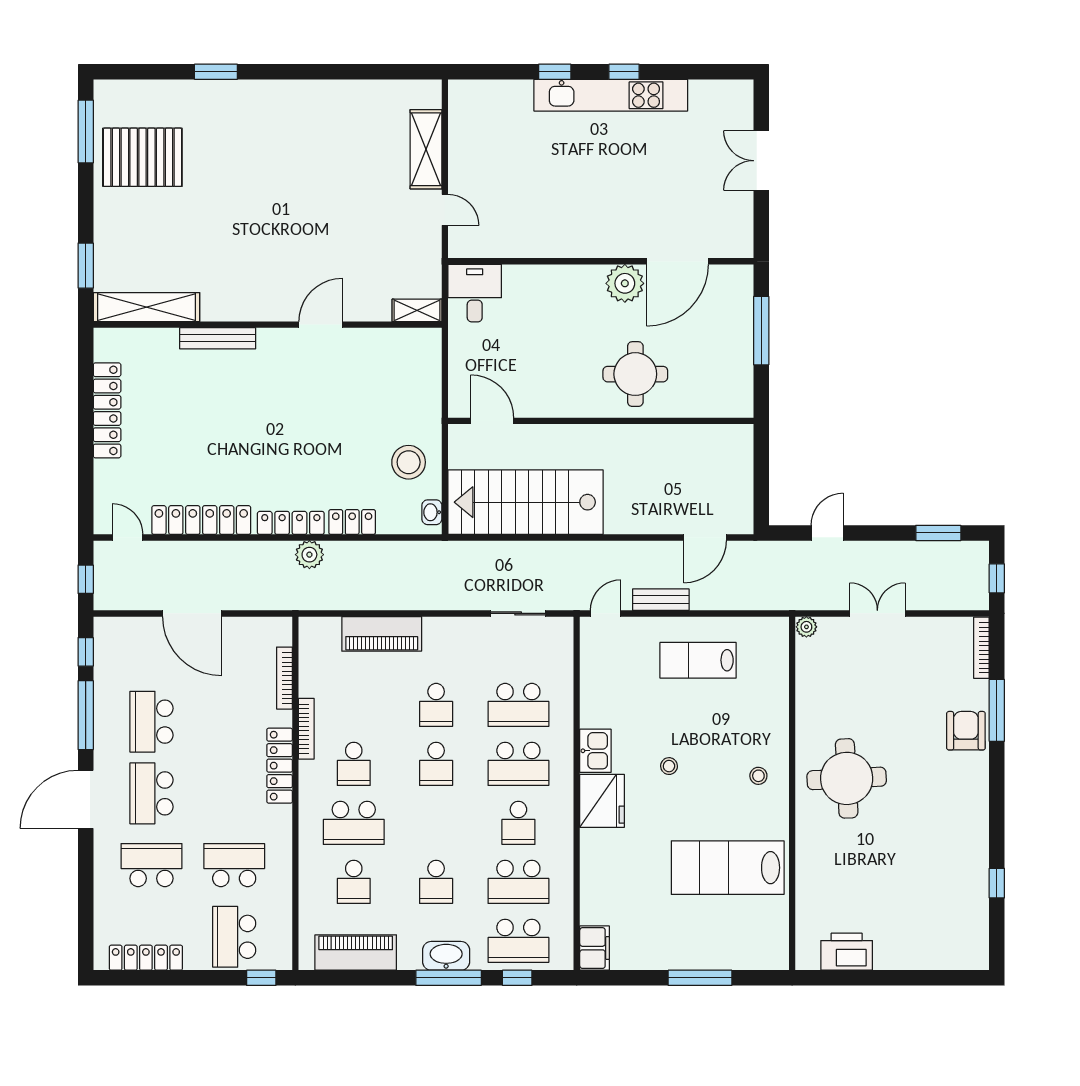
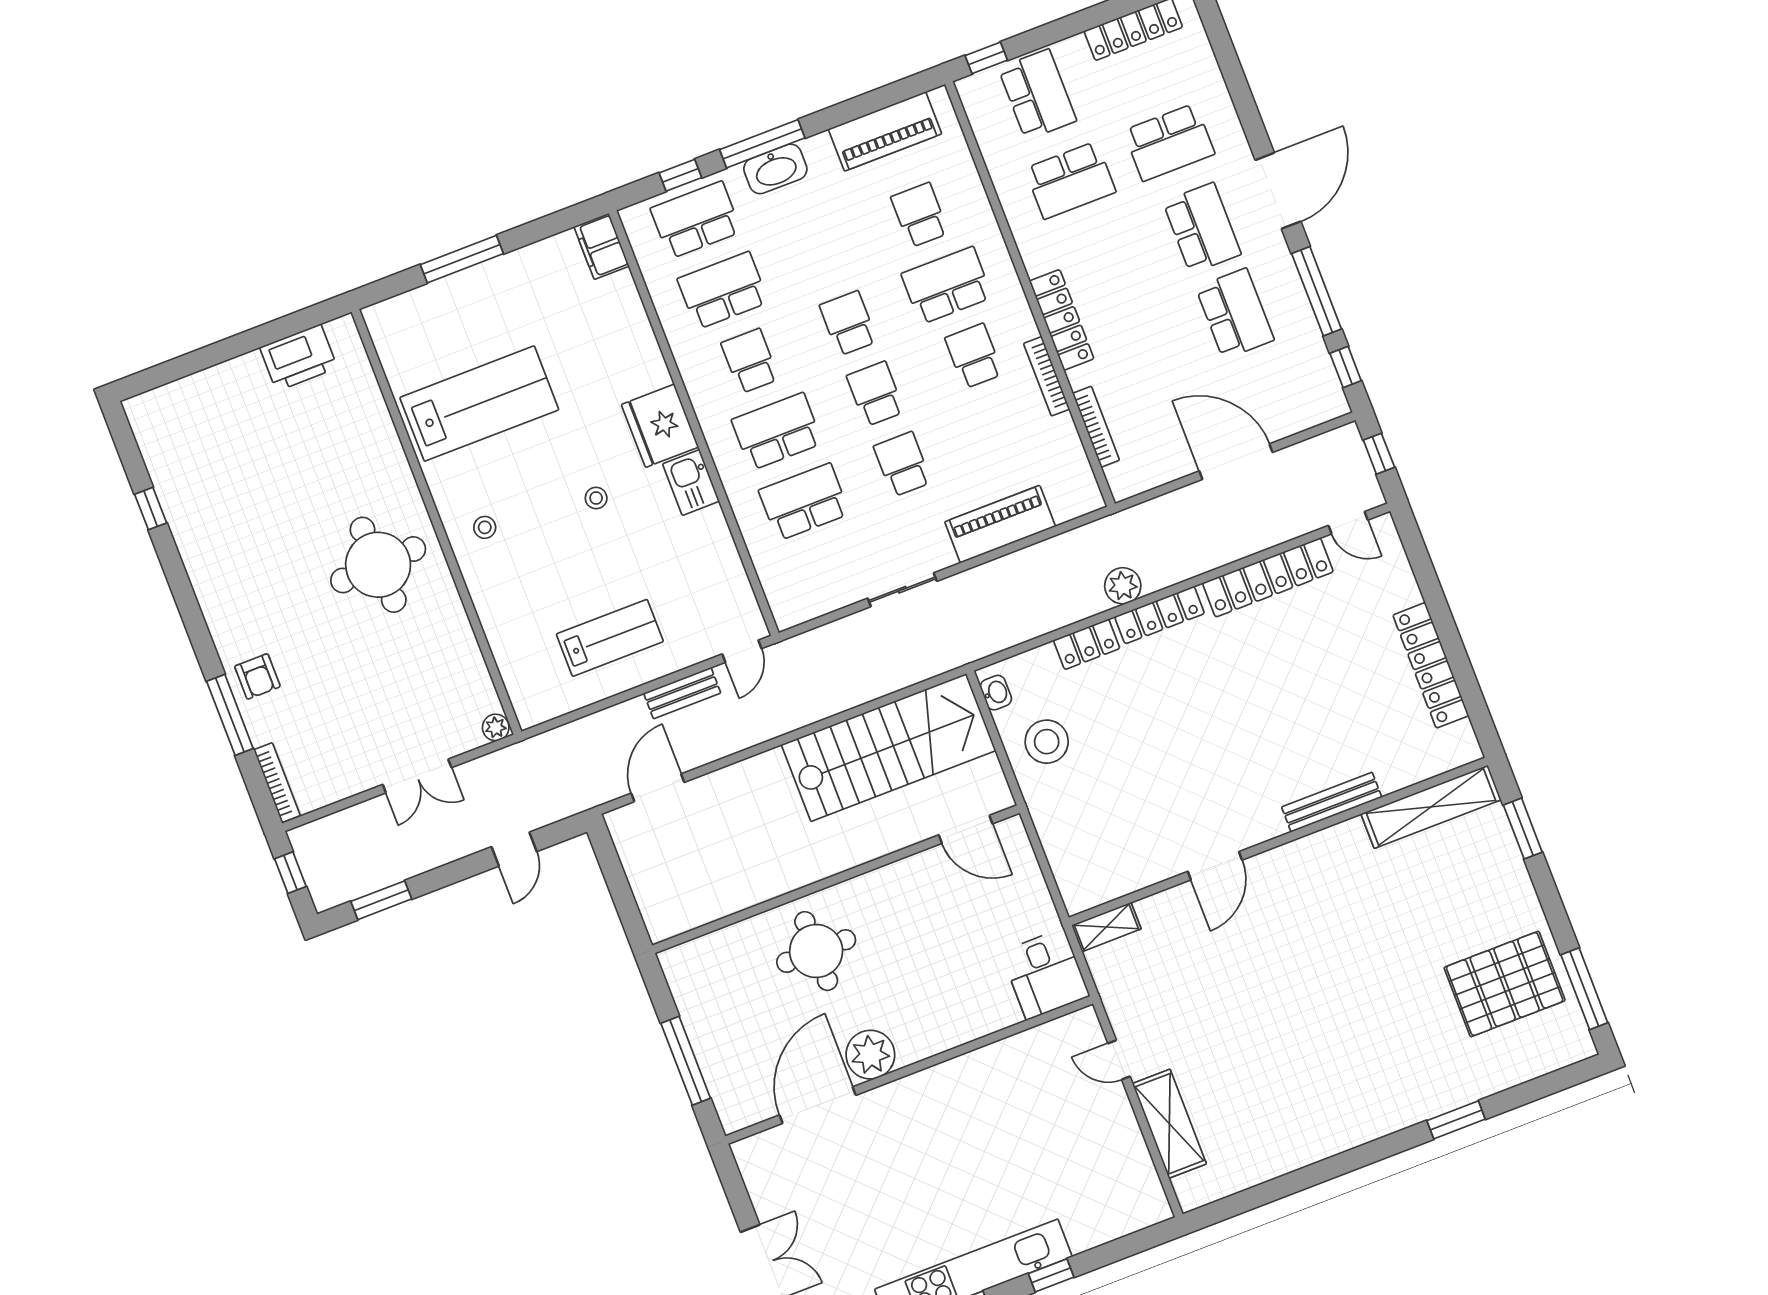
sliding door: (518, 613) -> (902, 590), moved
armchair: (966, 731) -> (257, 676), width x0.72, depth x0.72
school desk: (436, 882) -> (848, 323), moved

